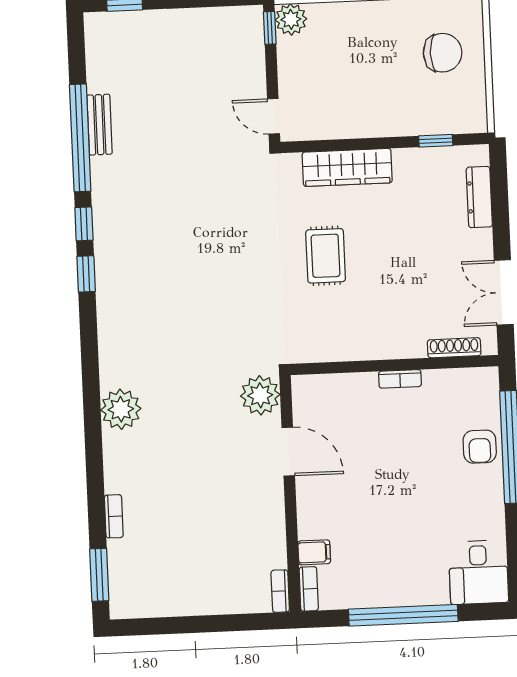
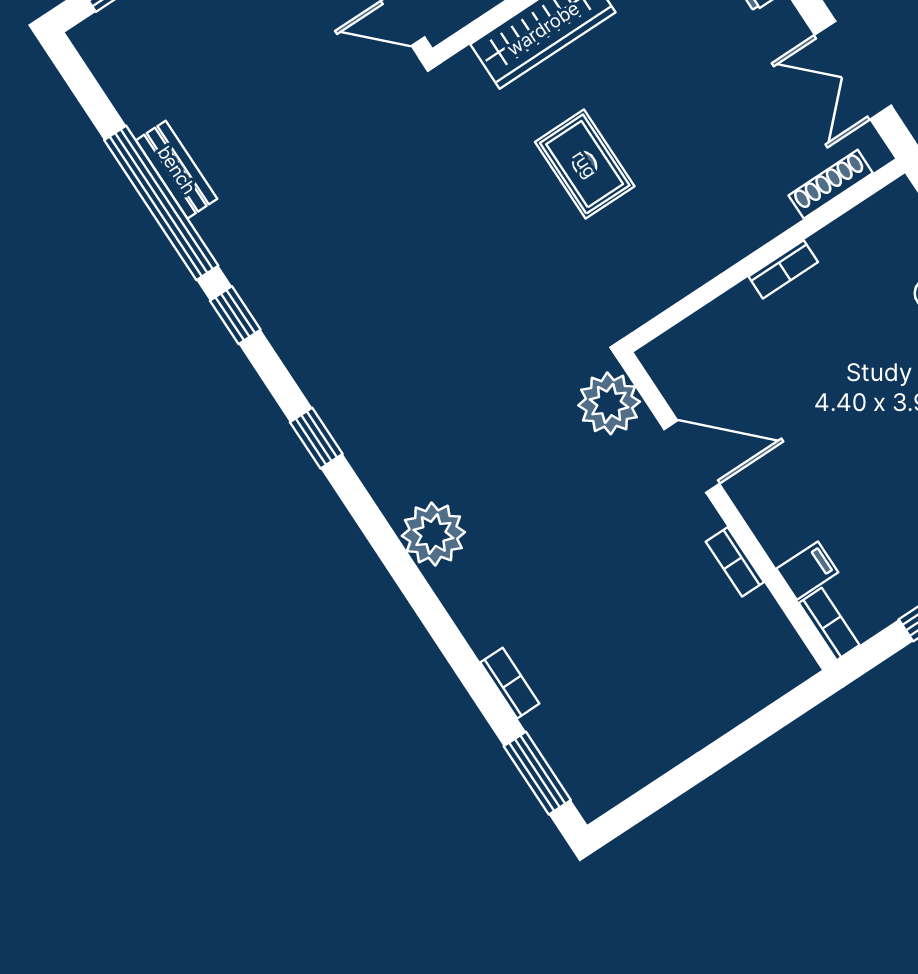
window: (86, 274) -> (316, 438), moved
bookcase: (280, 591) -> (735, 562), moved

